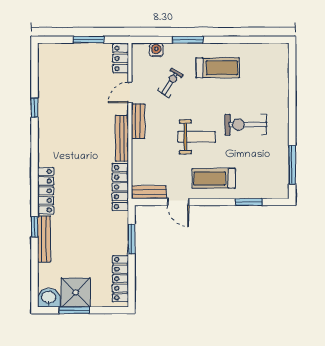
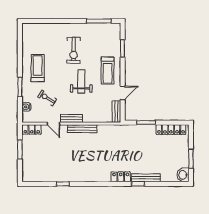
locker: (120, 187) -> (113, 130), removed
locker: (46, 191) -> (121, 177), width x0.66
shower: (76, 292) -> (180, 158), removed

